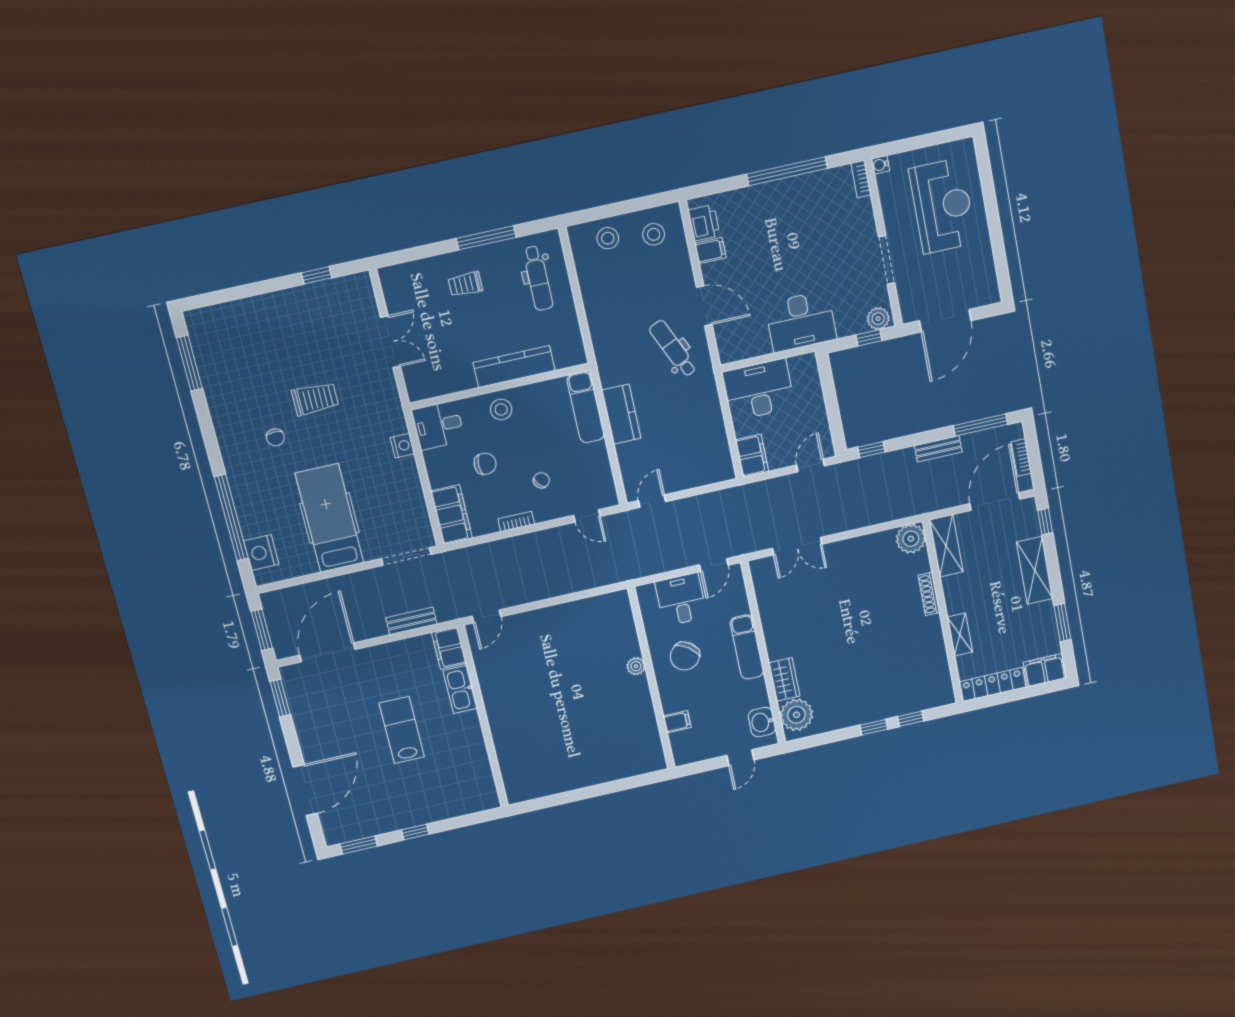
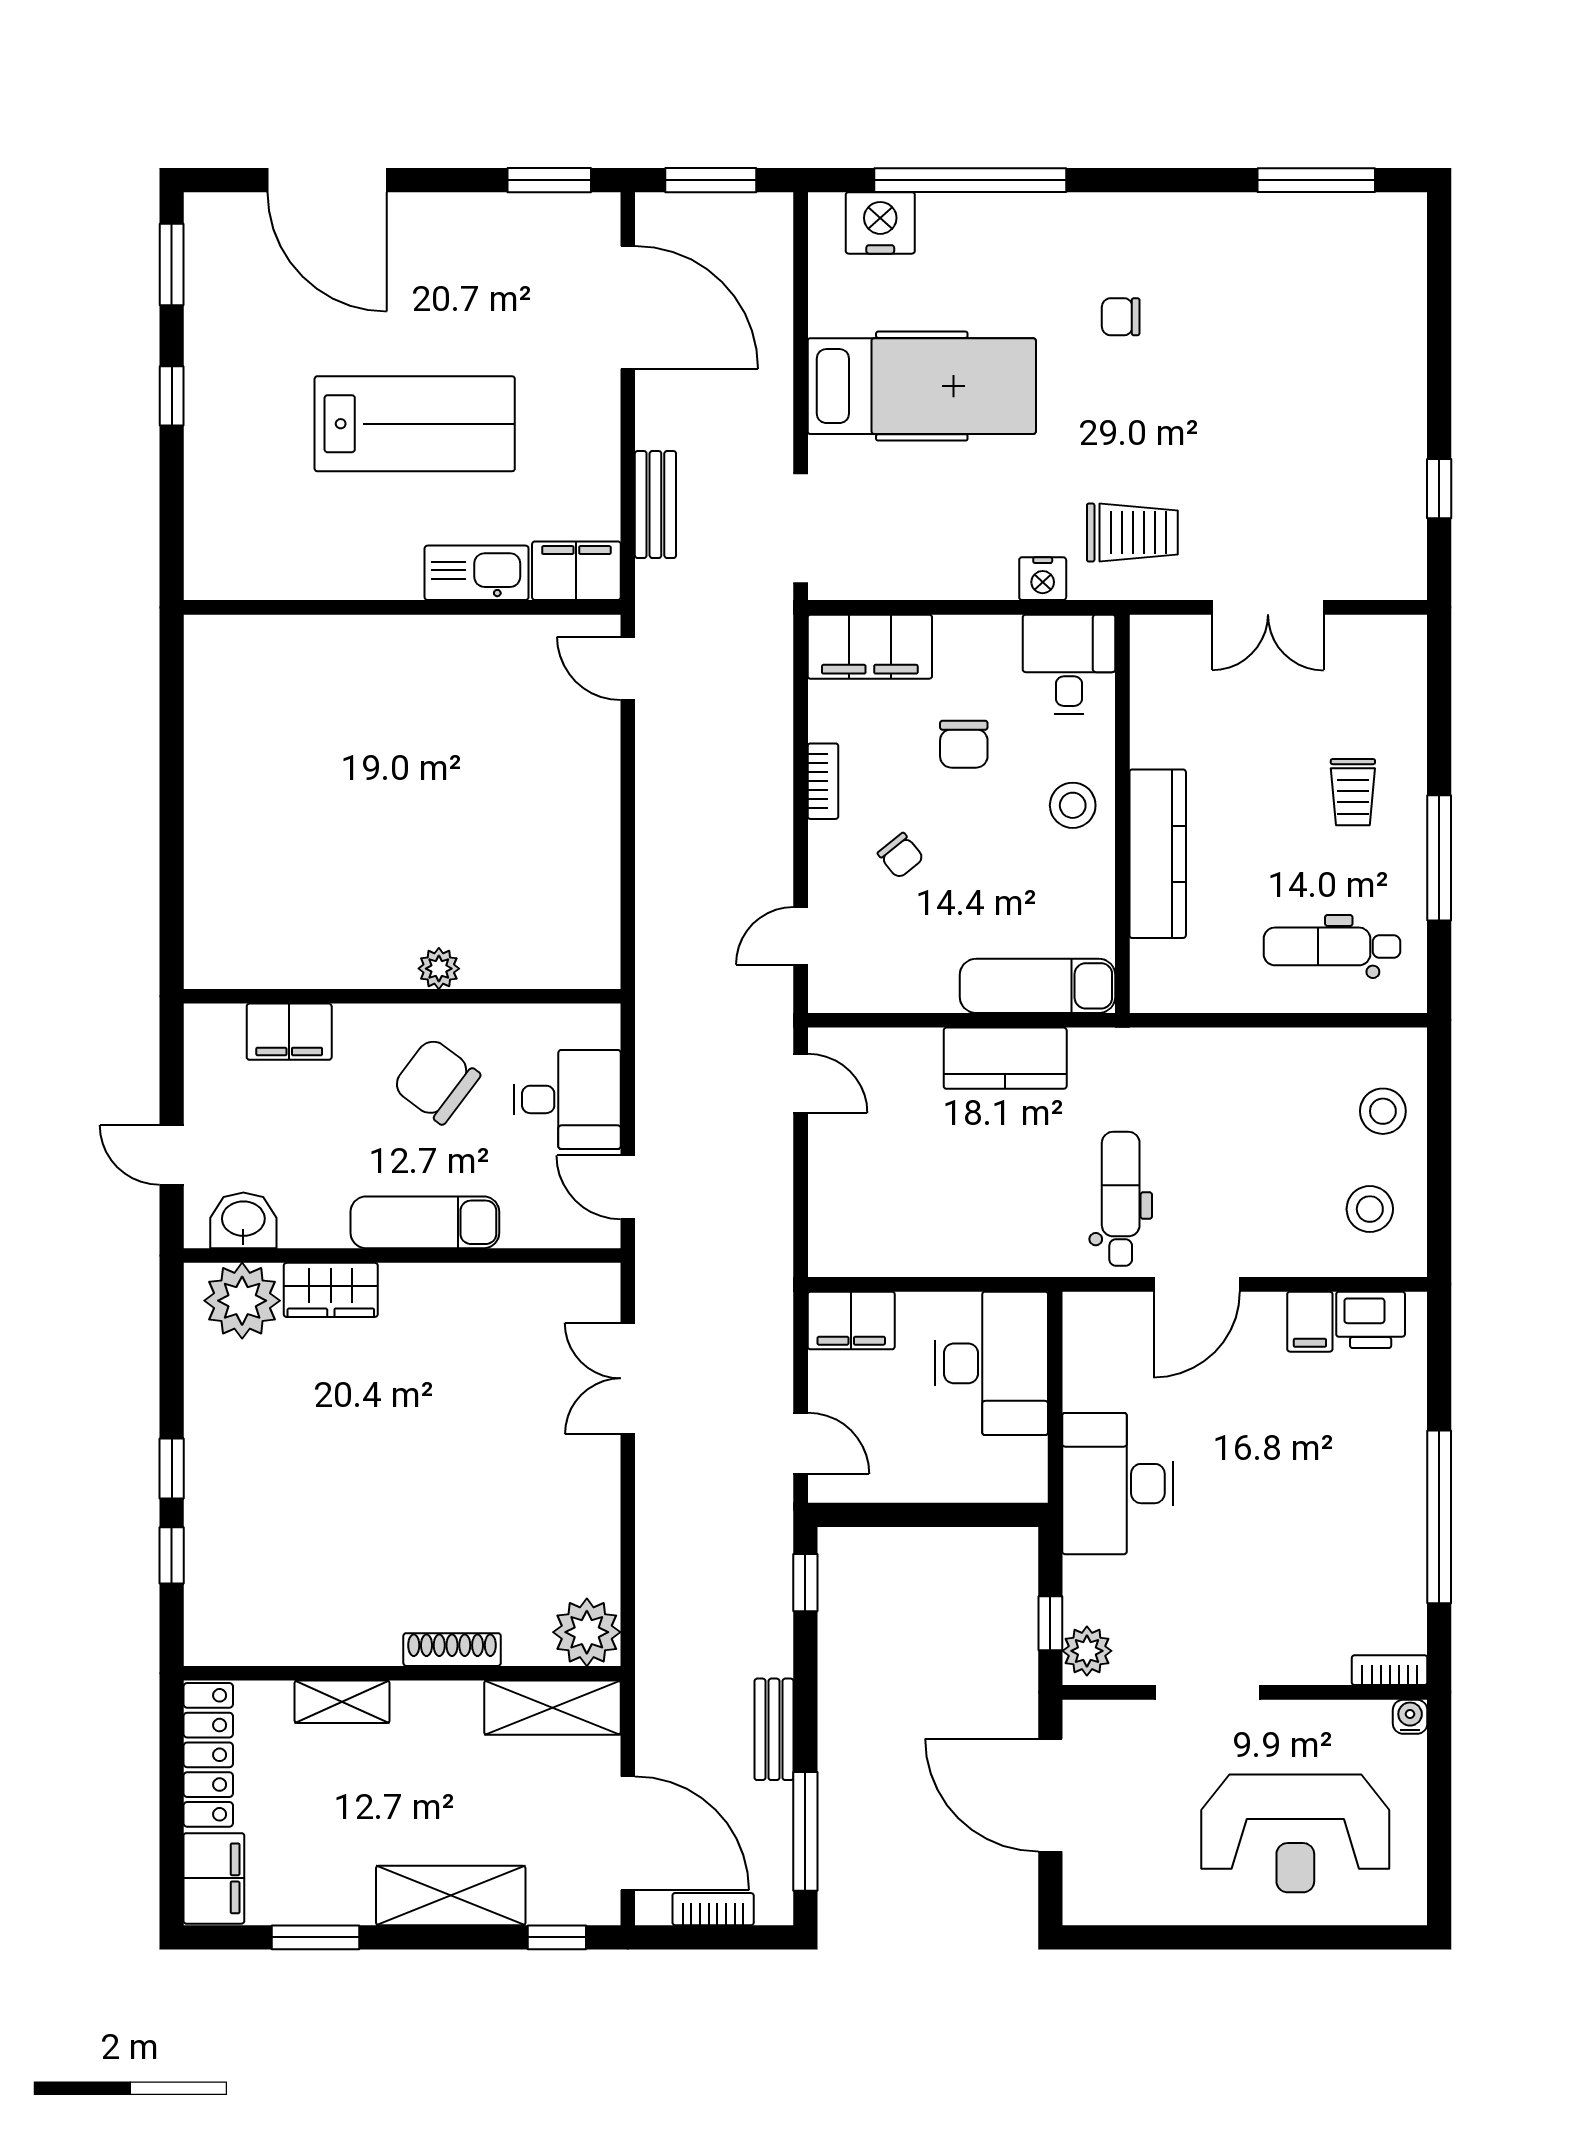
trolley: (465, 284) -> (1353, 792), turned 180
dental chair: (673, 349) -> (1121, 1199), turned -66
trolley: (315, 399) -> (1132, 533), moved, turned -90
filing cabinet: (677, 722) -> (289, 1032), width x2.00
lab bench: (402, 730) -> (415, 424), width x1.36, depth x1.39

